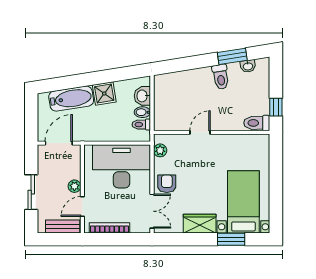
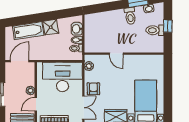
window: (276, 107) -> (168, 26), moved
toilet: (257, 123) -> (155, 30), moved
door: (200, 132) -> (116, 54), swing flipped

